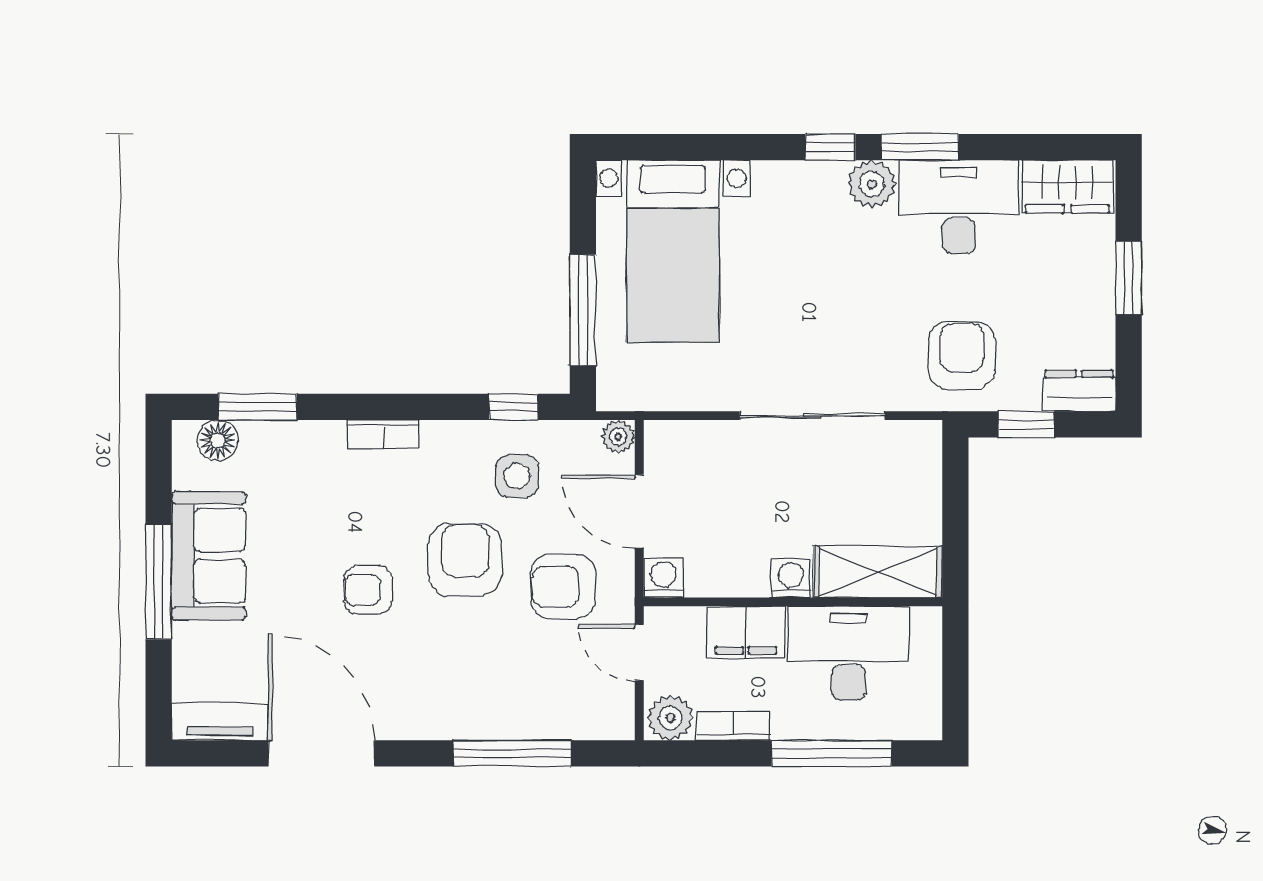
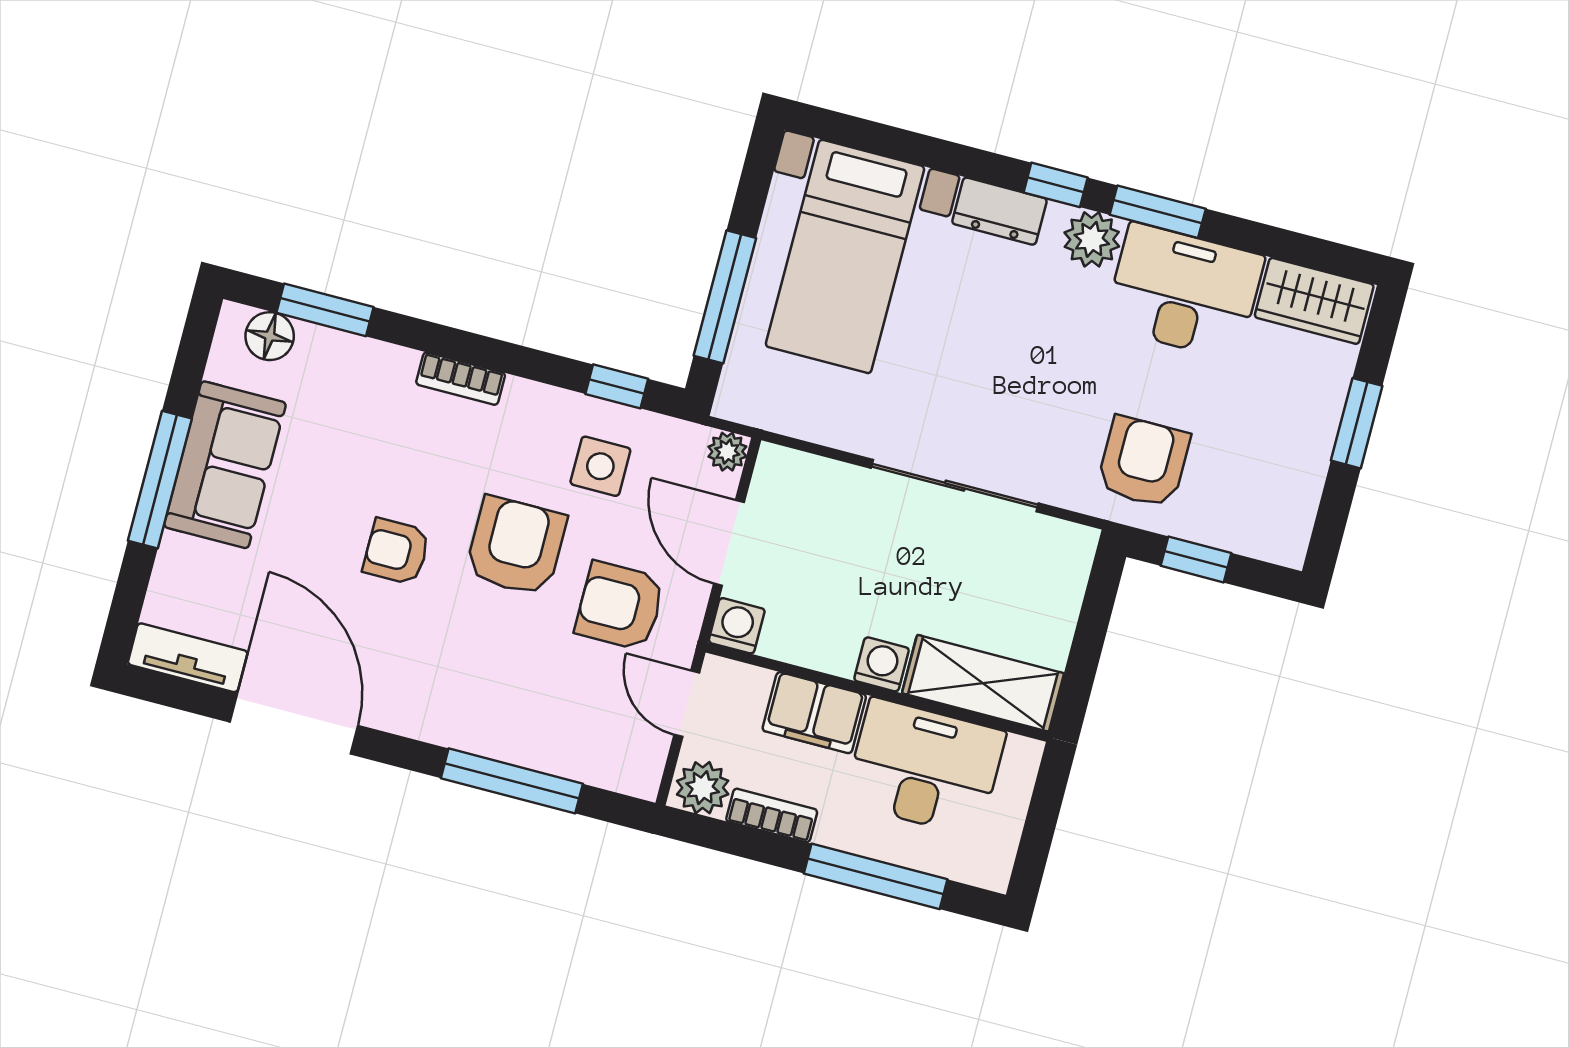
dresser: (1079, 391) -> (999, 211), moved, turned 180

